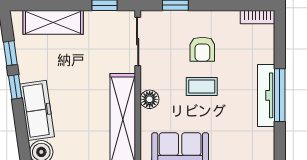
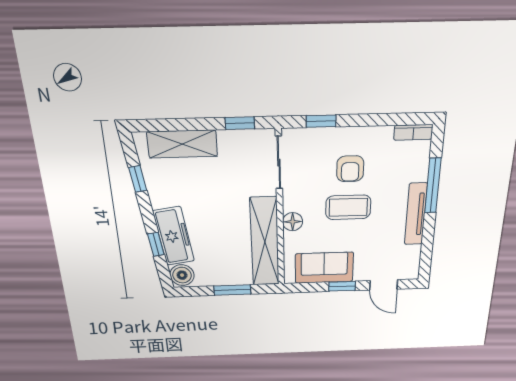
coffee table: (202, 86) -> (348, 207), width x1.36, depth x1.30
window: (15, 87) -> (156, 244), moved
window: (280, 95) -> (433, 186), moved

